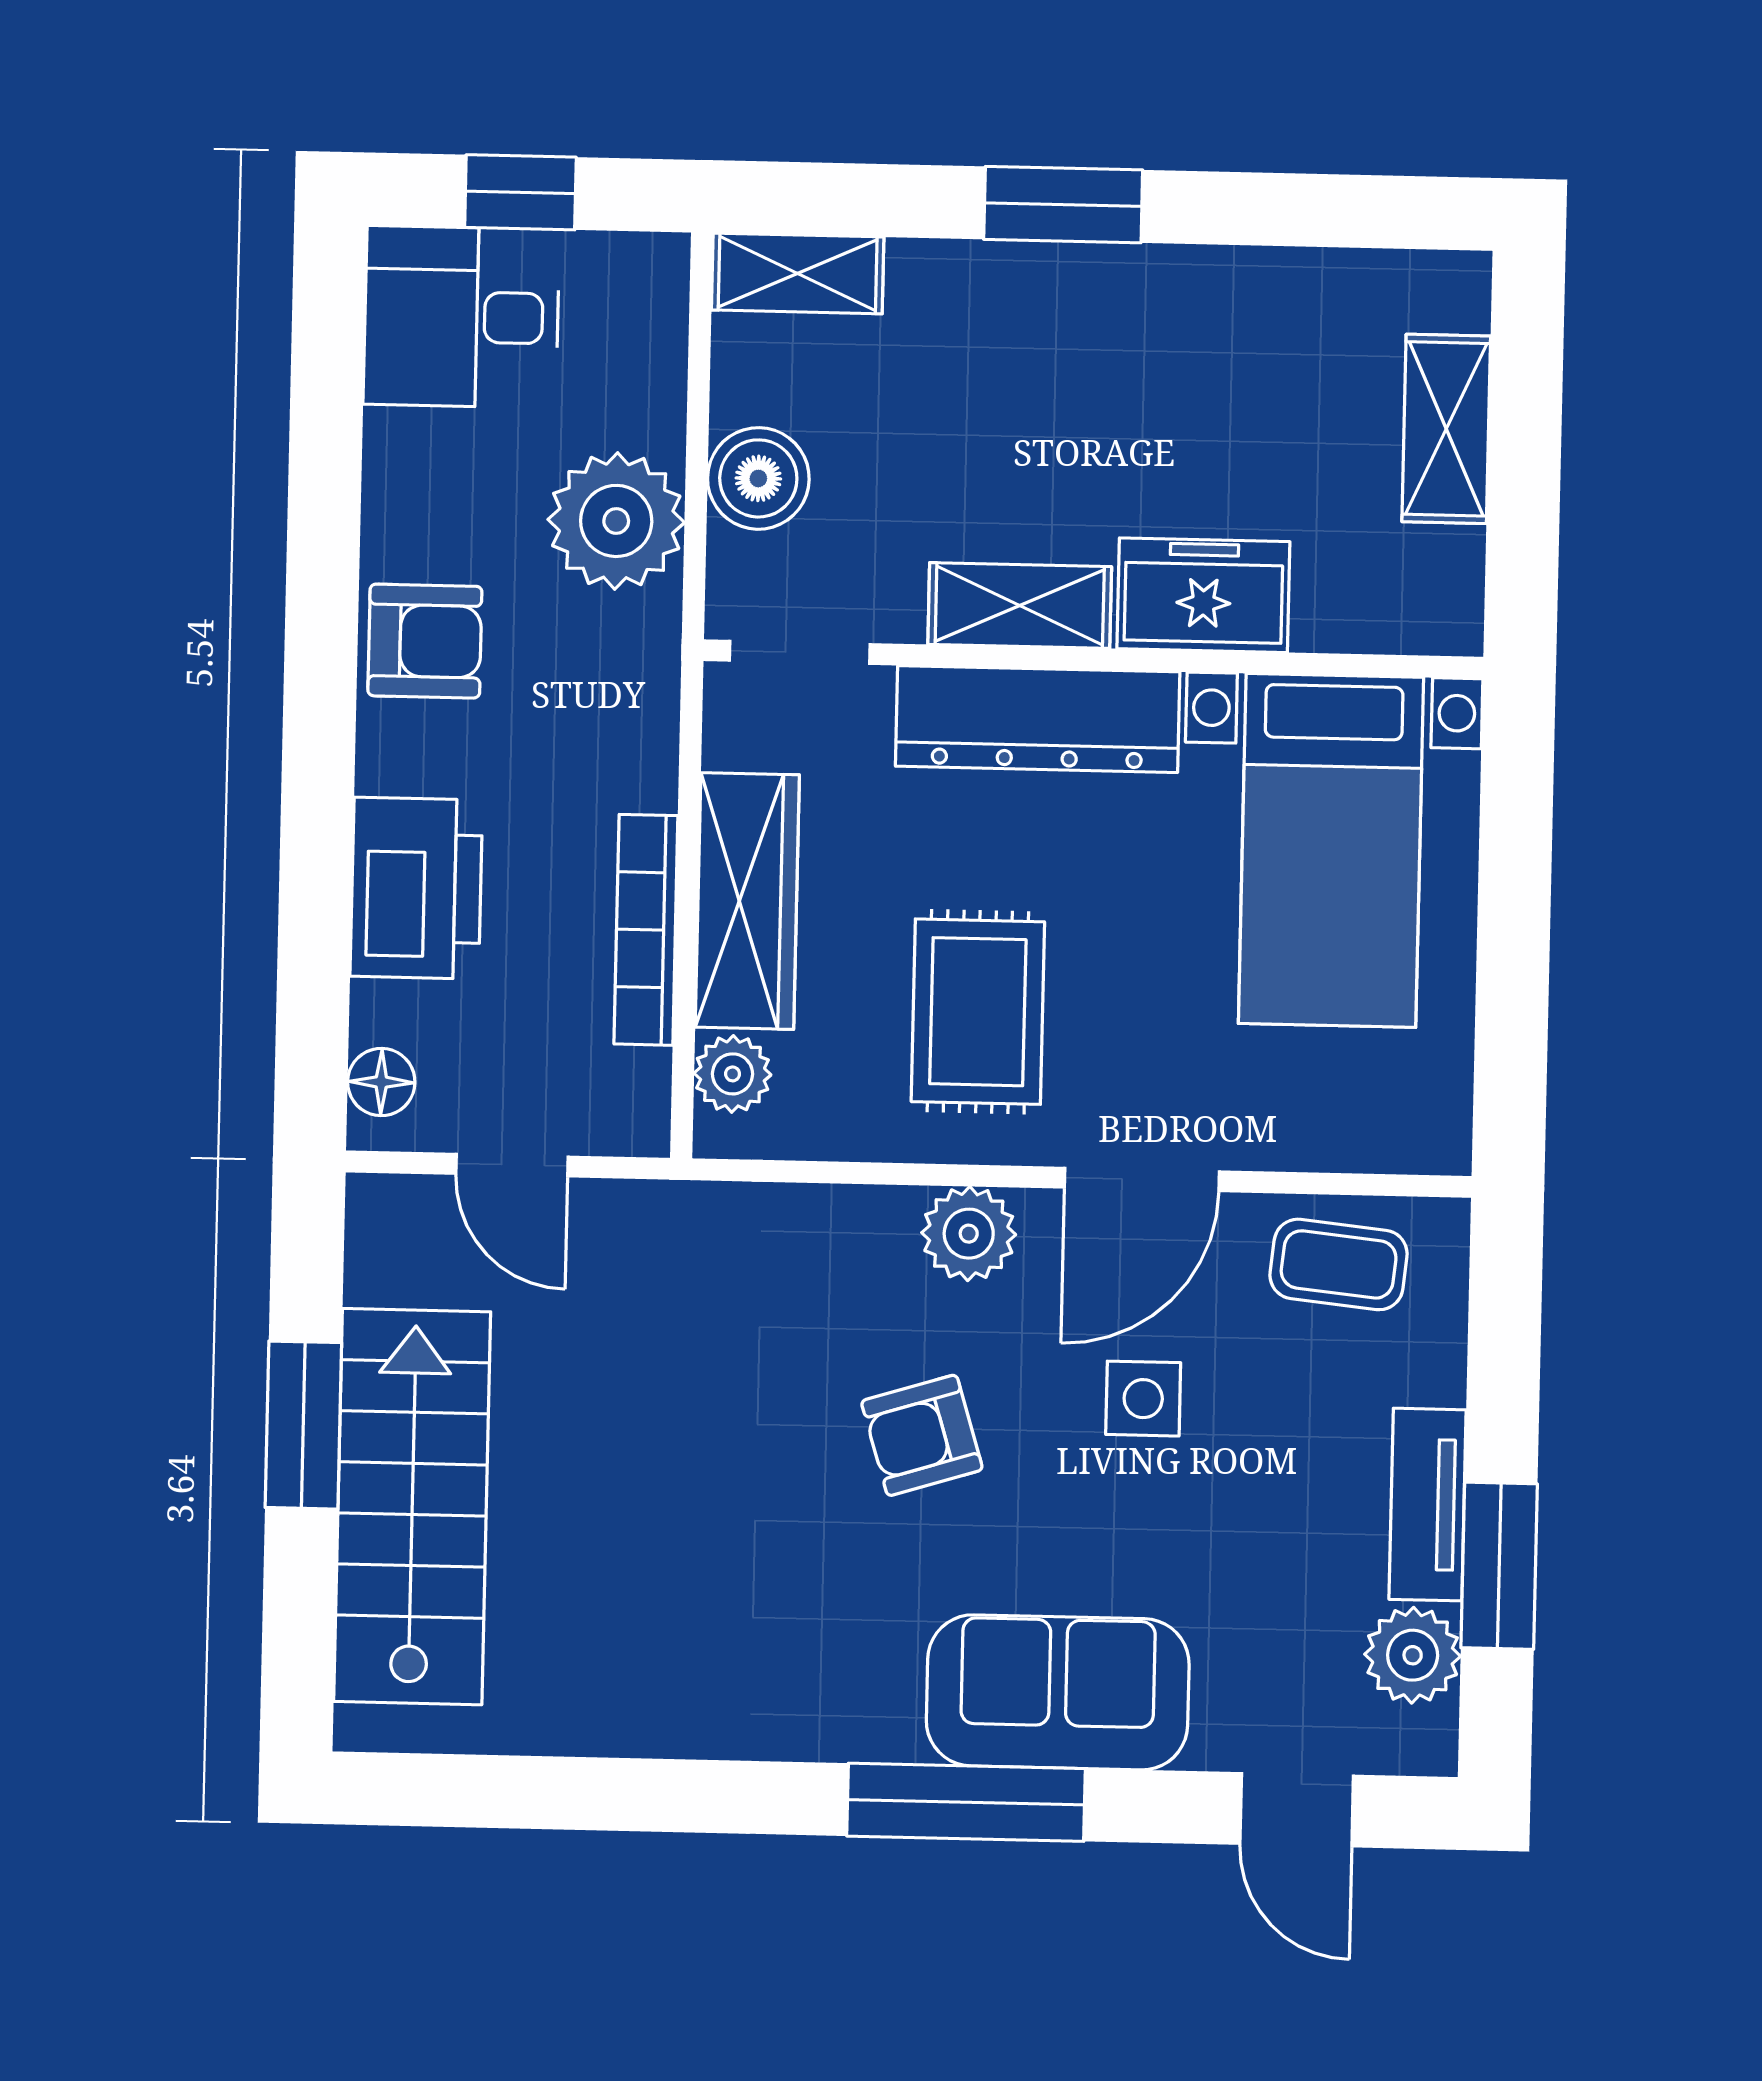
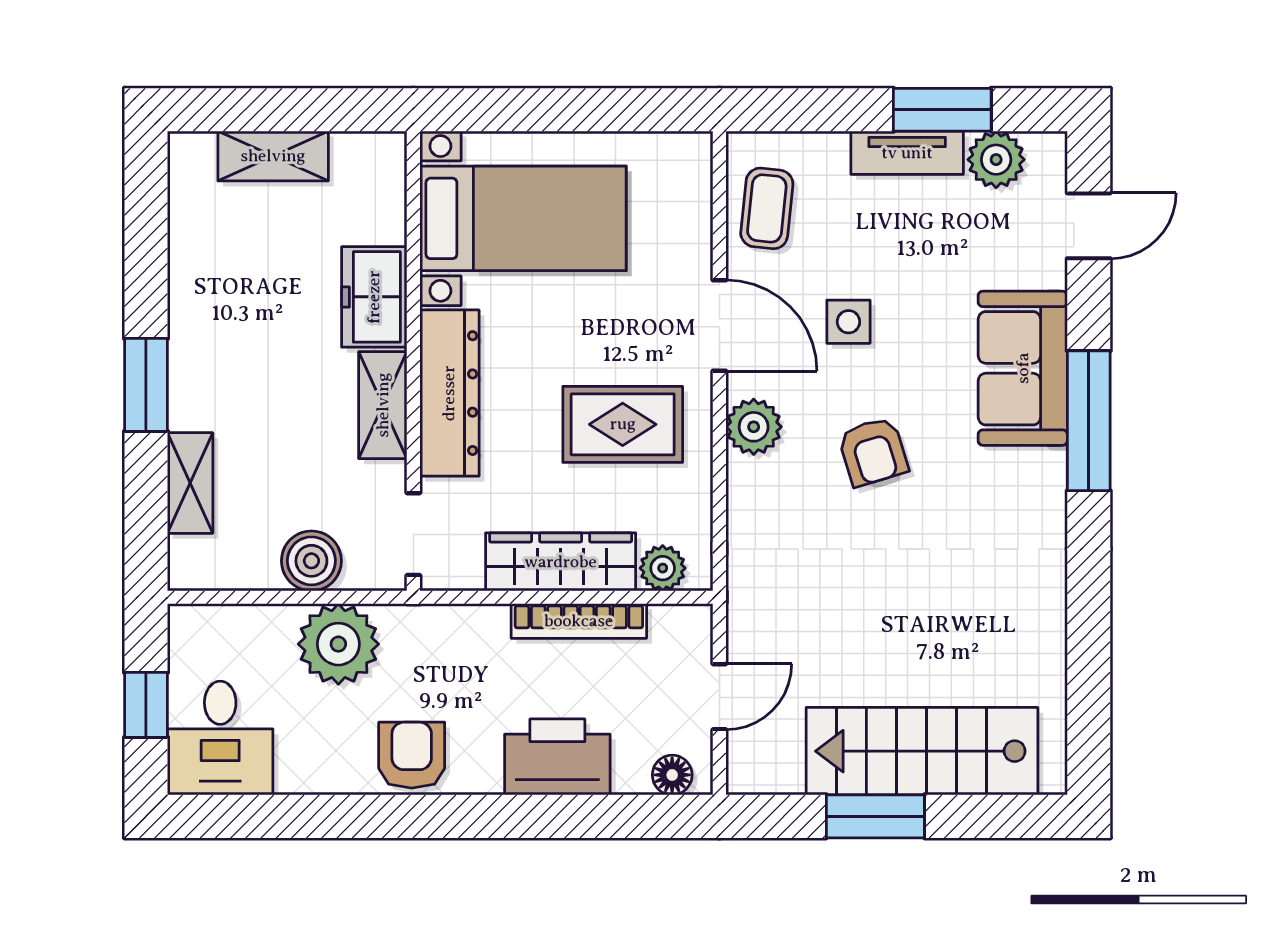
shelving: (798, 273) -> (190, 483), moved

